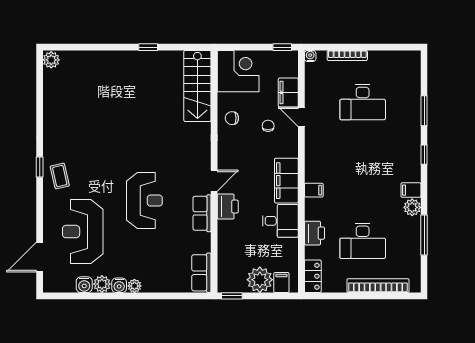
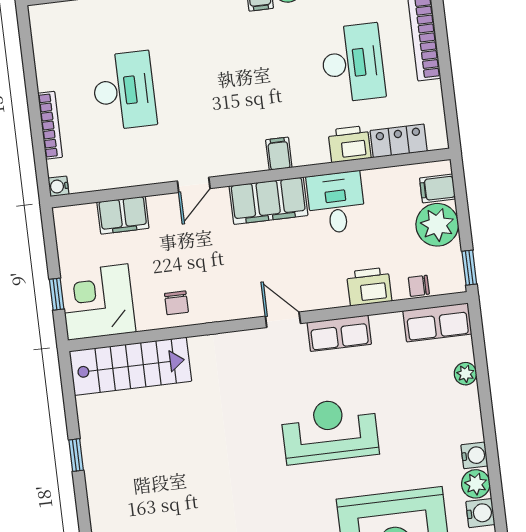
window: (282, 47) -> (57, 294), moved
door: (301, 117) -> (194, 185), moved
chair: (268, 126) -> (419, 286), moved
printer: (228, 207) -> (369, 287), moved
locker: (313, 276) -> (399, 141), moved
plant: (134, 286) -> (465, 374), moved

